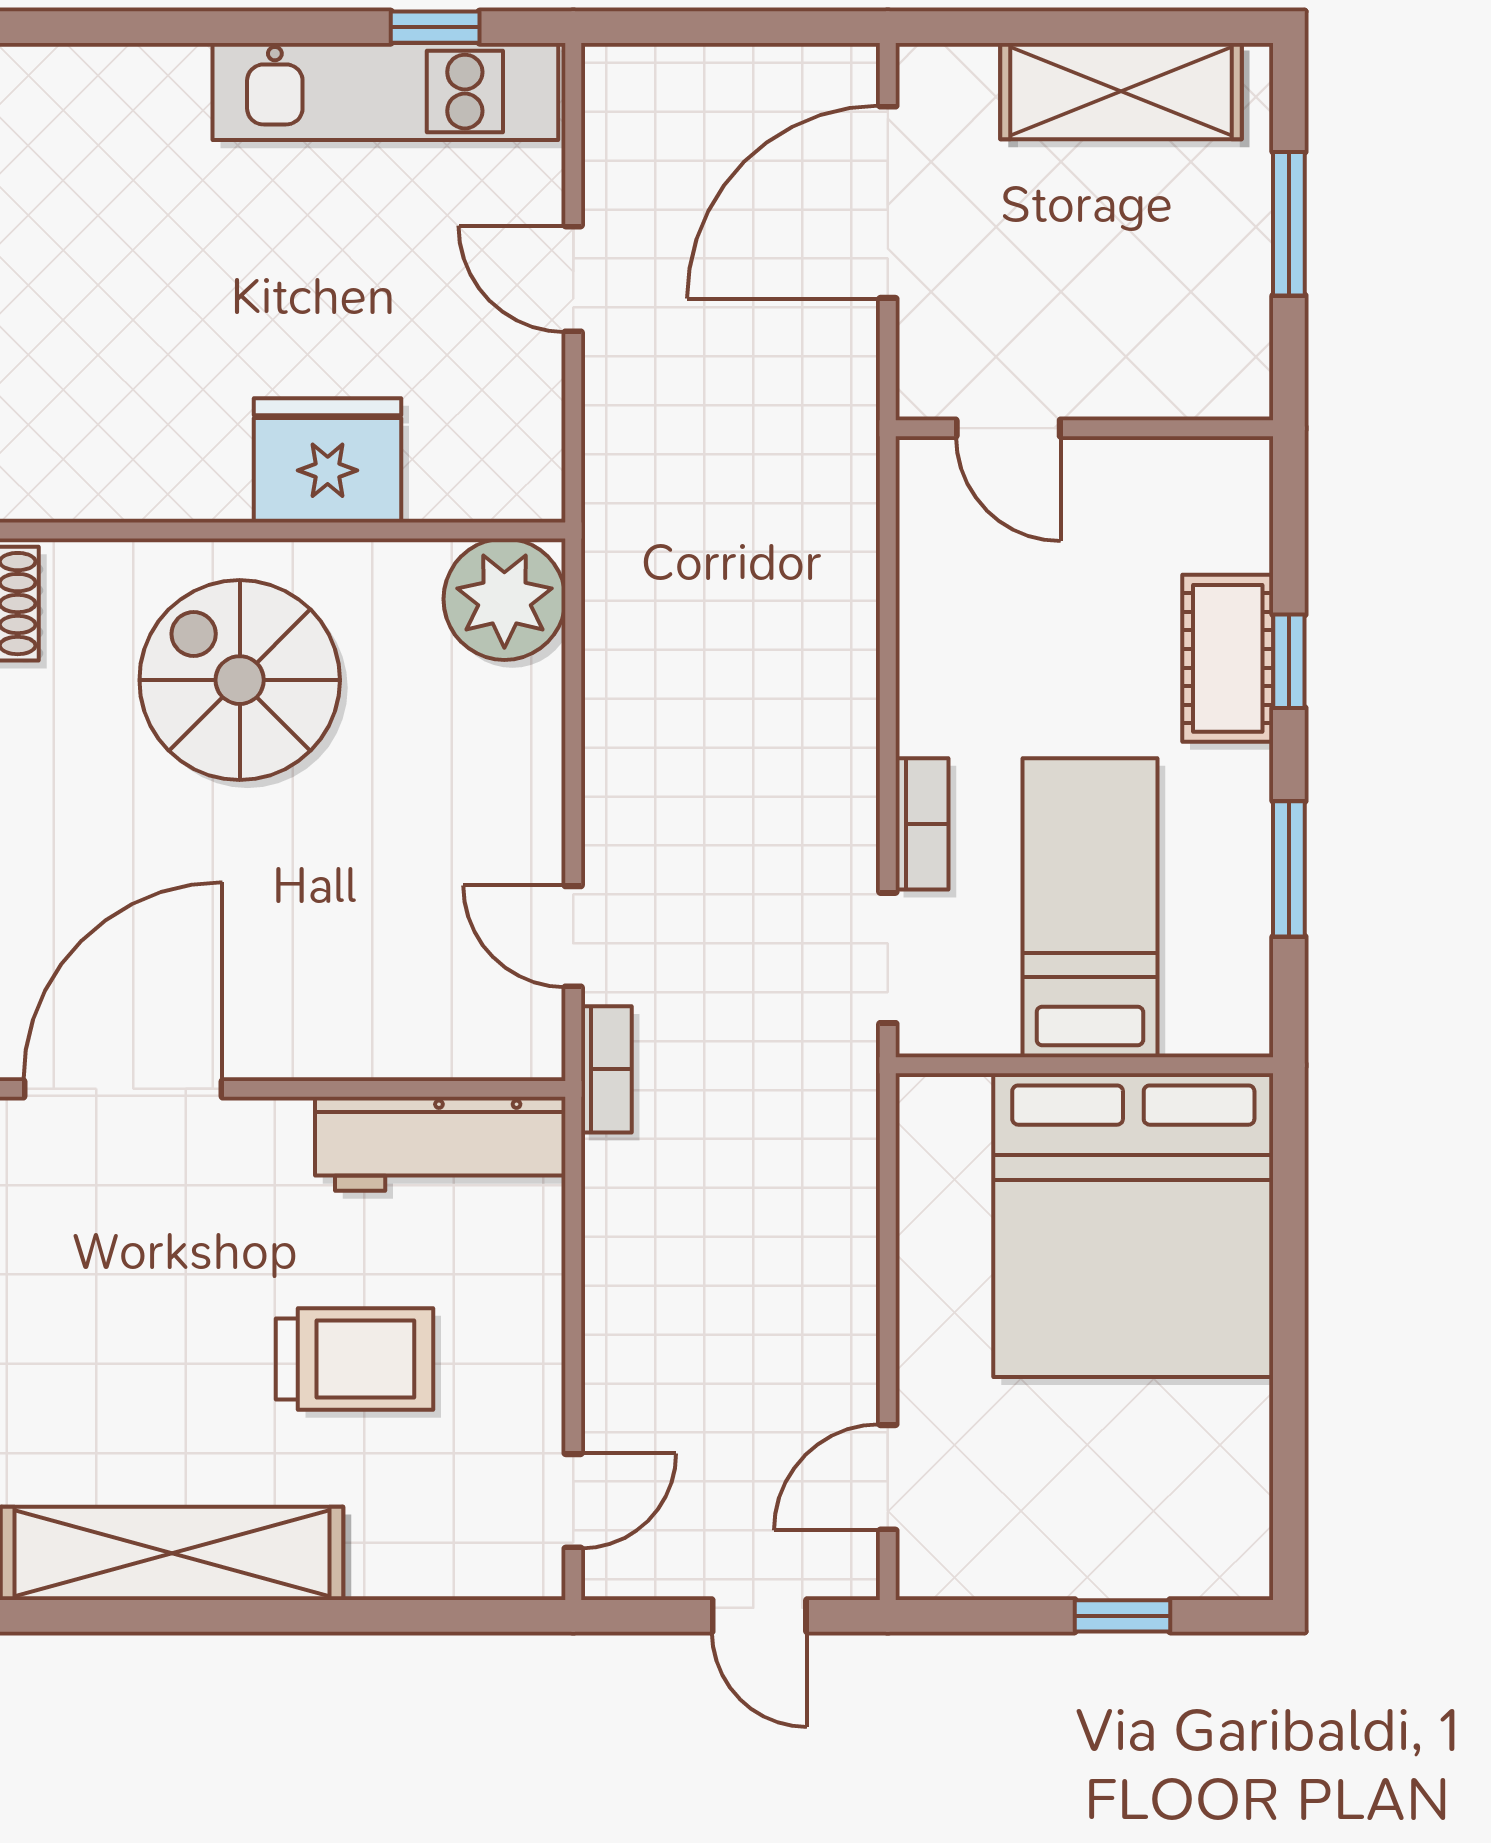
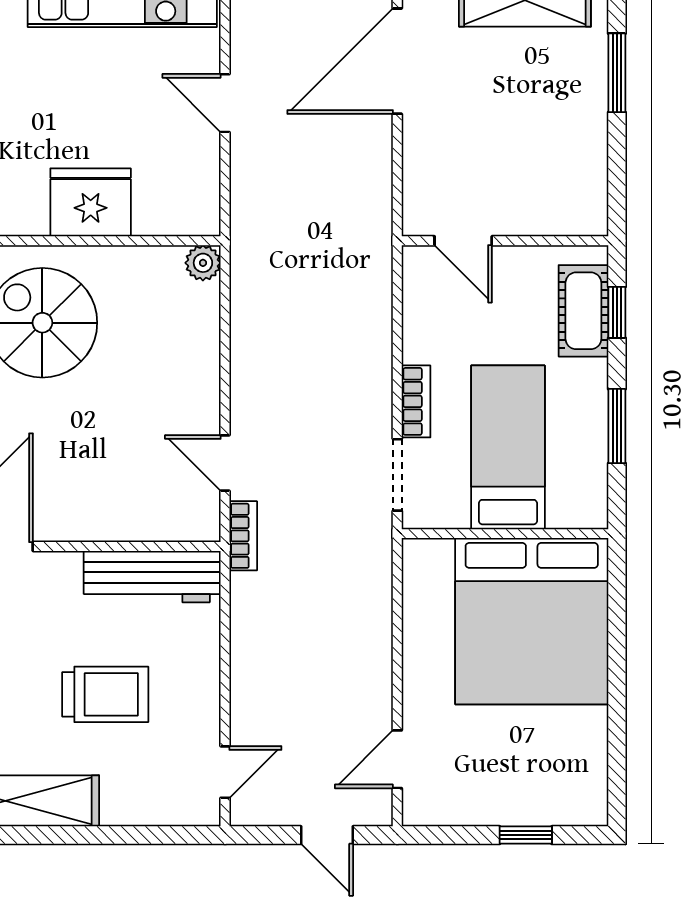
door: (1008, 428) -> (463, 241), moved
wall: (1084, 428) -> (505, 241), moved
plant: (504, 599) -> (203, 263), width x0.53, depth x0.53

